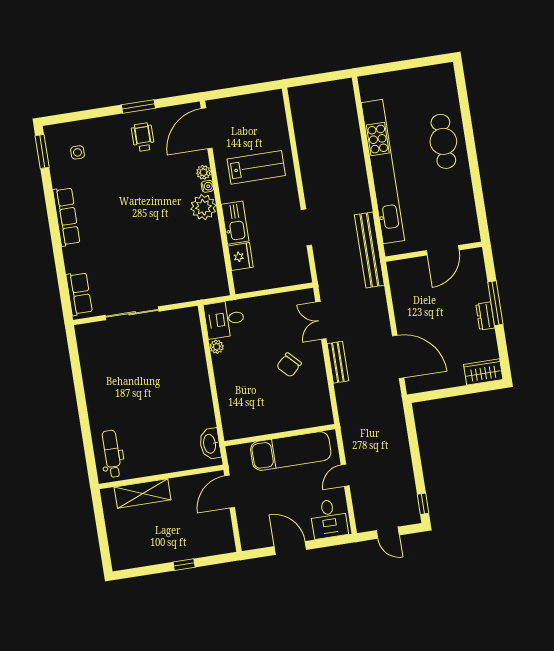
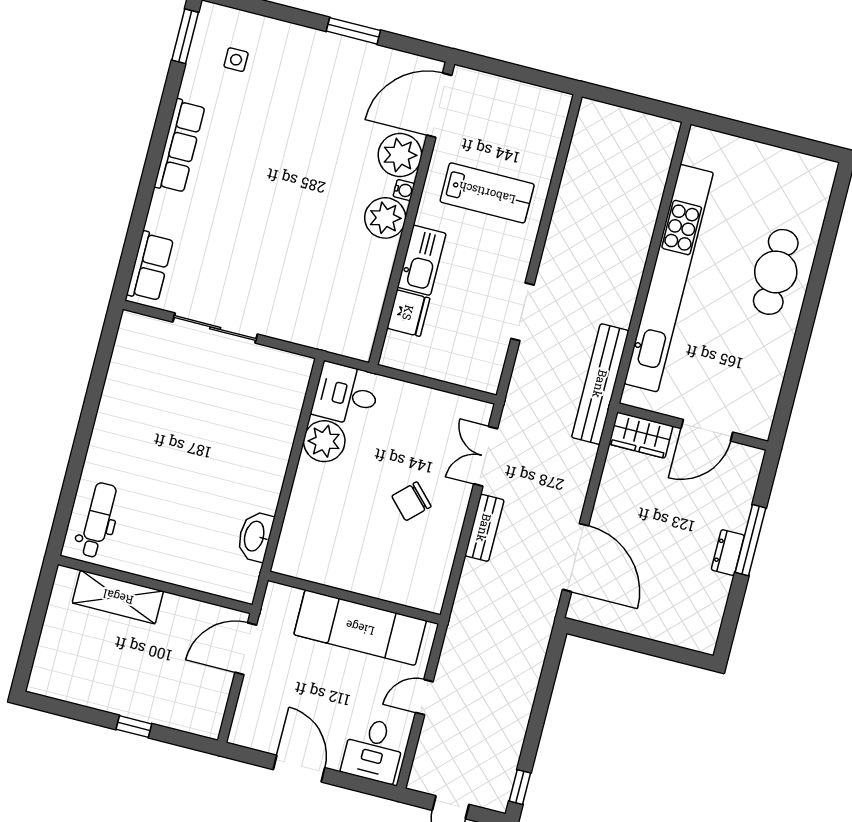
wheelchair: (143, 137) -> (341, 78), removed
plant: (204, 172) -> (400, 155), width x1.88, depth x1.88
plant: (217, 347) -> (324, 441), width x1.87, depth x1.87
wardrobe: (483, 372) -> (641, 435), moved, turned 180
washbasin: (210, 444) -> (255, 536), moved

